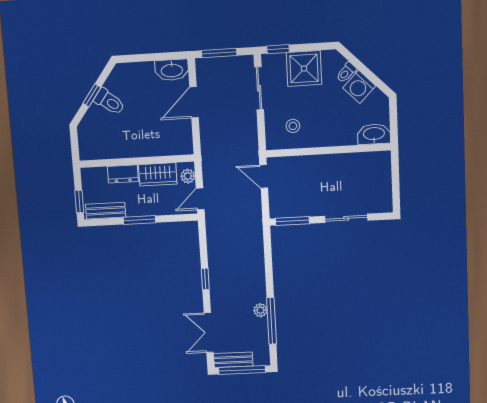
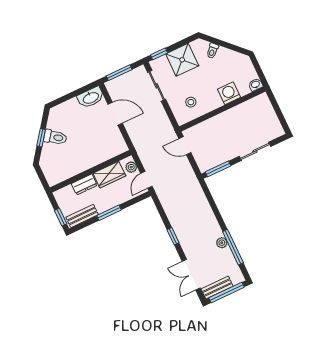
washing machine: (359, 87) -> (229, 93), moved, turned 135
door: (194, 102) -> (115, 114), swing flipped
washbasin: (374, 134) -> (256, 85), width x0.52, depth x0.69

